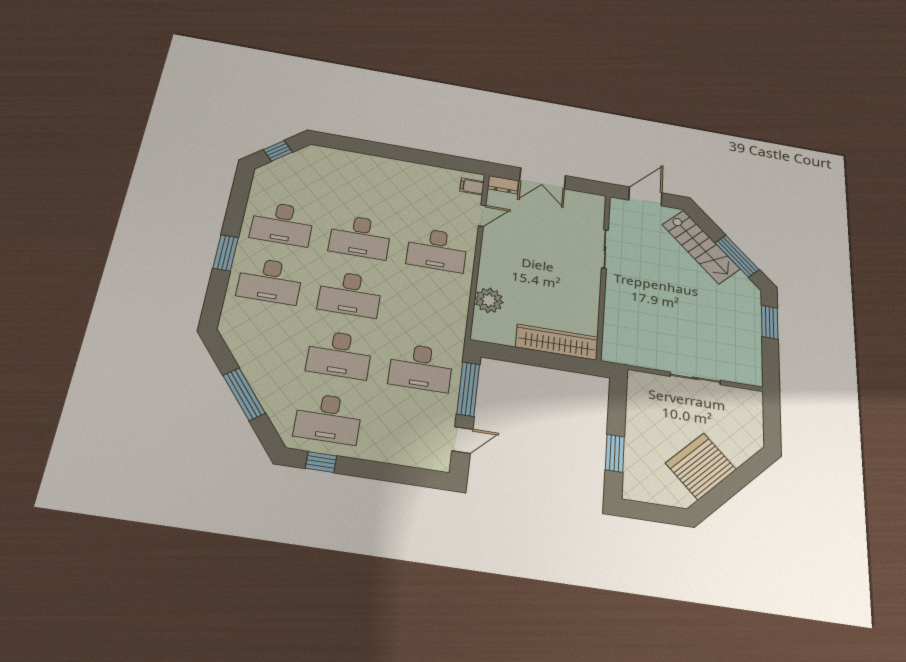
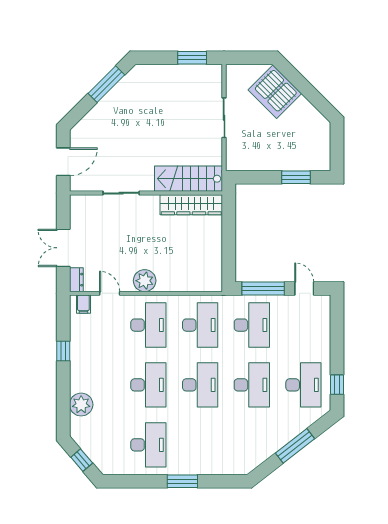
window: (417, 156) -> (63, 351), added
plant: (348, 162) -> (81, 405), added
double door: (543, 178) -> (63, 248), swing flipped
door: (645, 196) -> (63, 162), swing flipped
stairs: (701, 247) -> (189, 179), moved, turned -135
desk: (270, 281) -> (200, 325), moved
plant: (489, 300) -> (145, 281), moved
window: (770, 322) -> (192, 58), moved
wardrobe: (557, 342) -> (191, 205), moved, turned -90
server rack: (701, 466) -> (275, 92), moved

